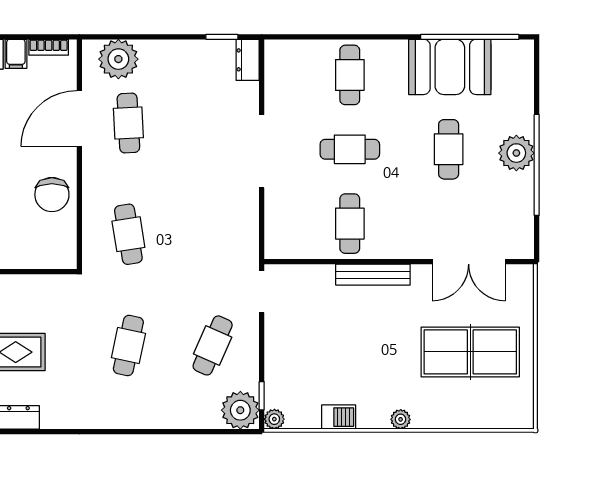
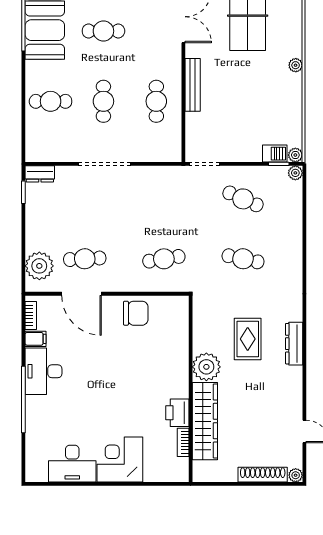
cafe table: (350, 224) -> (156, 101), turned 90
plant: (240, 410) -> (295, 173), width x0.53, depth x0.53
barbecue: (339, 417) -> (275, 154), moved, turned 90

